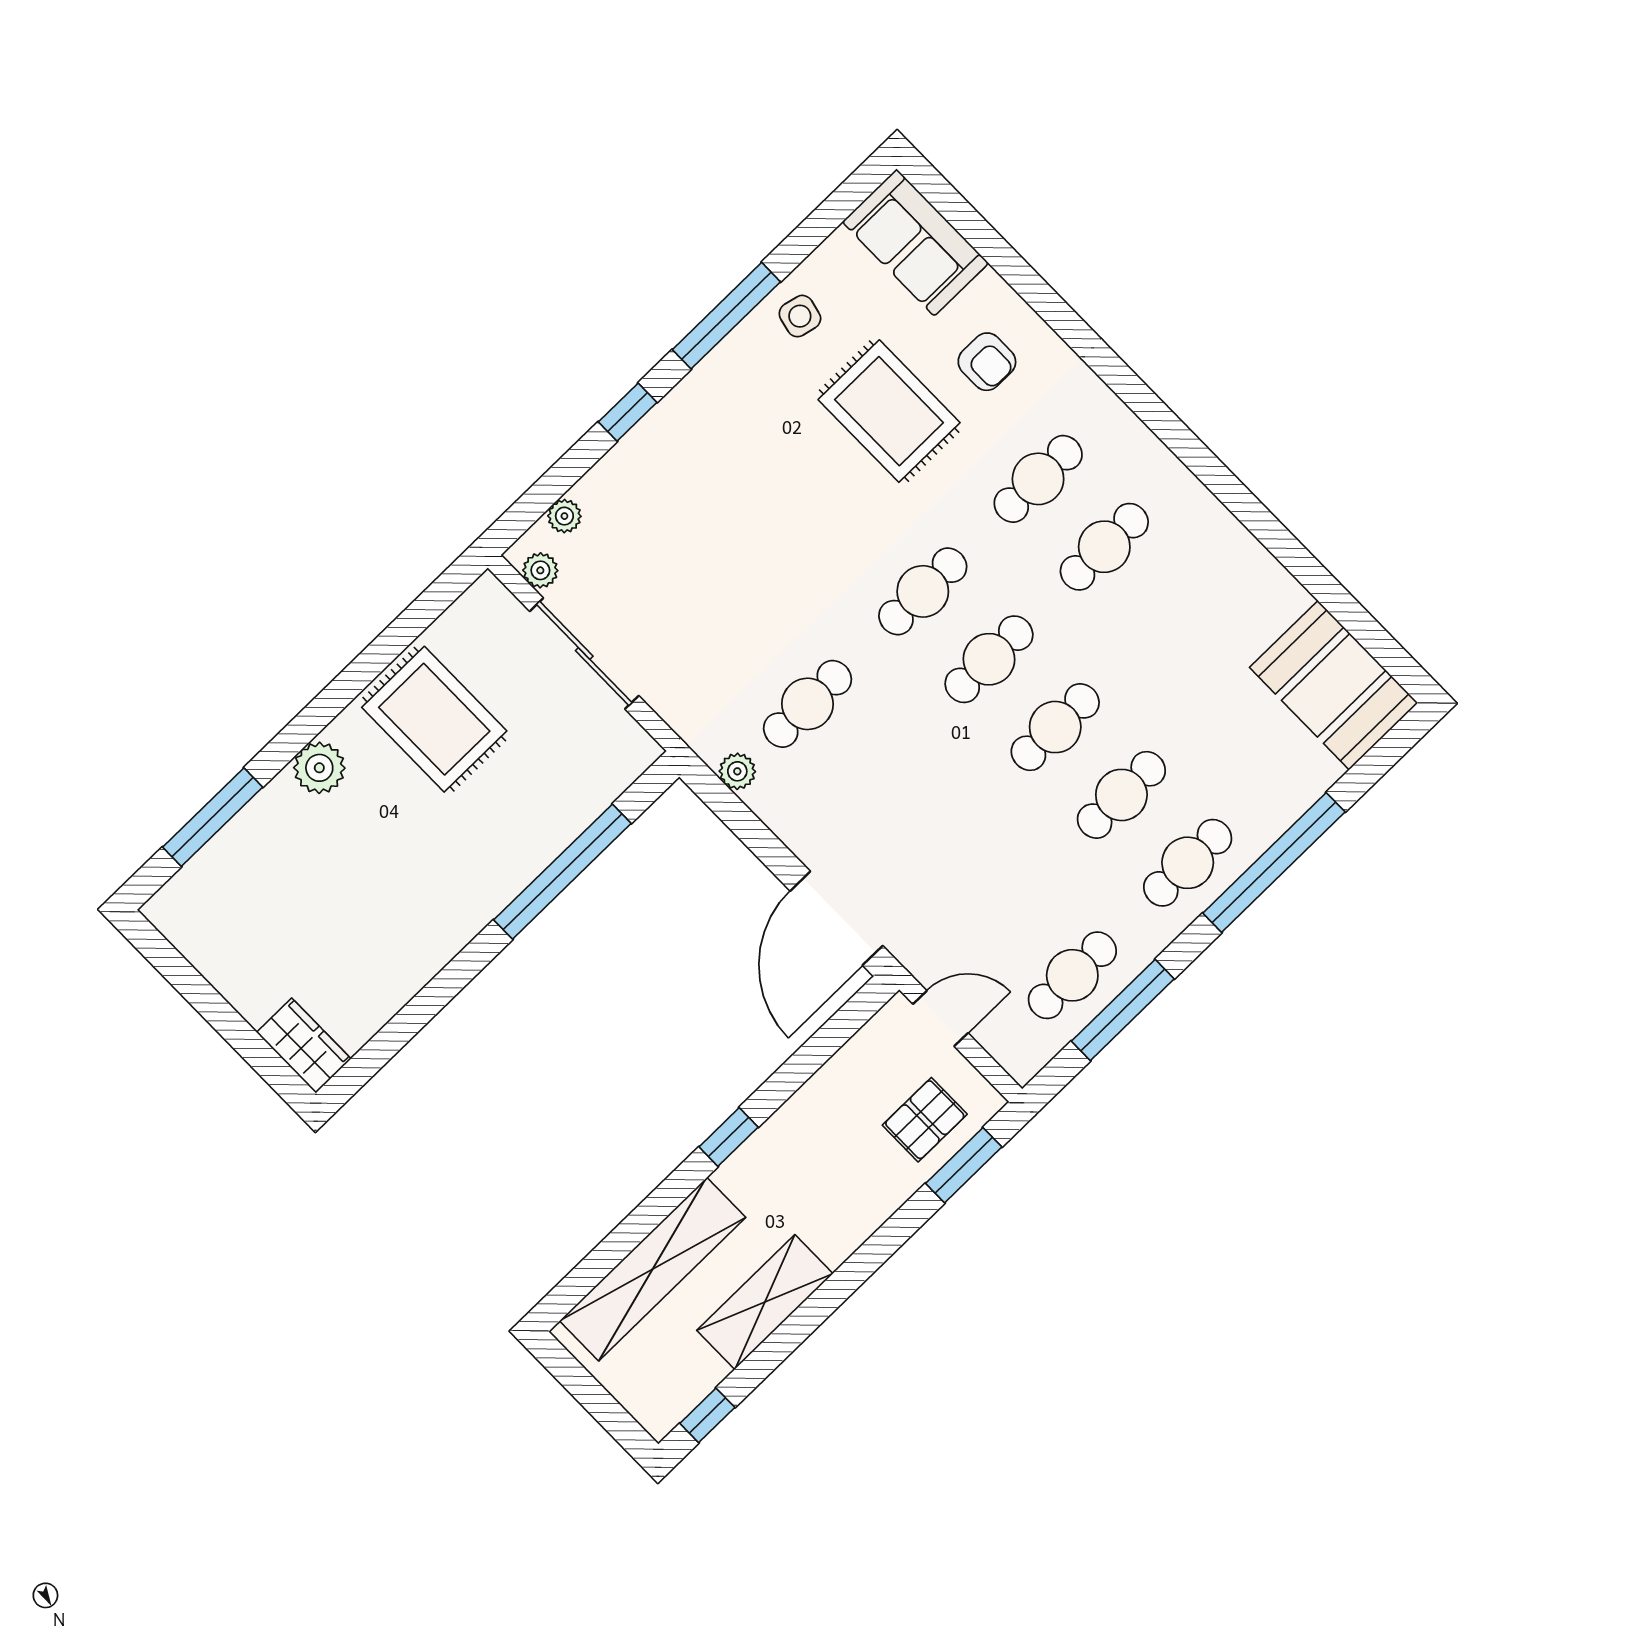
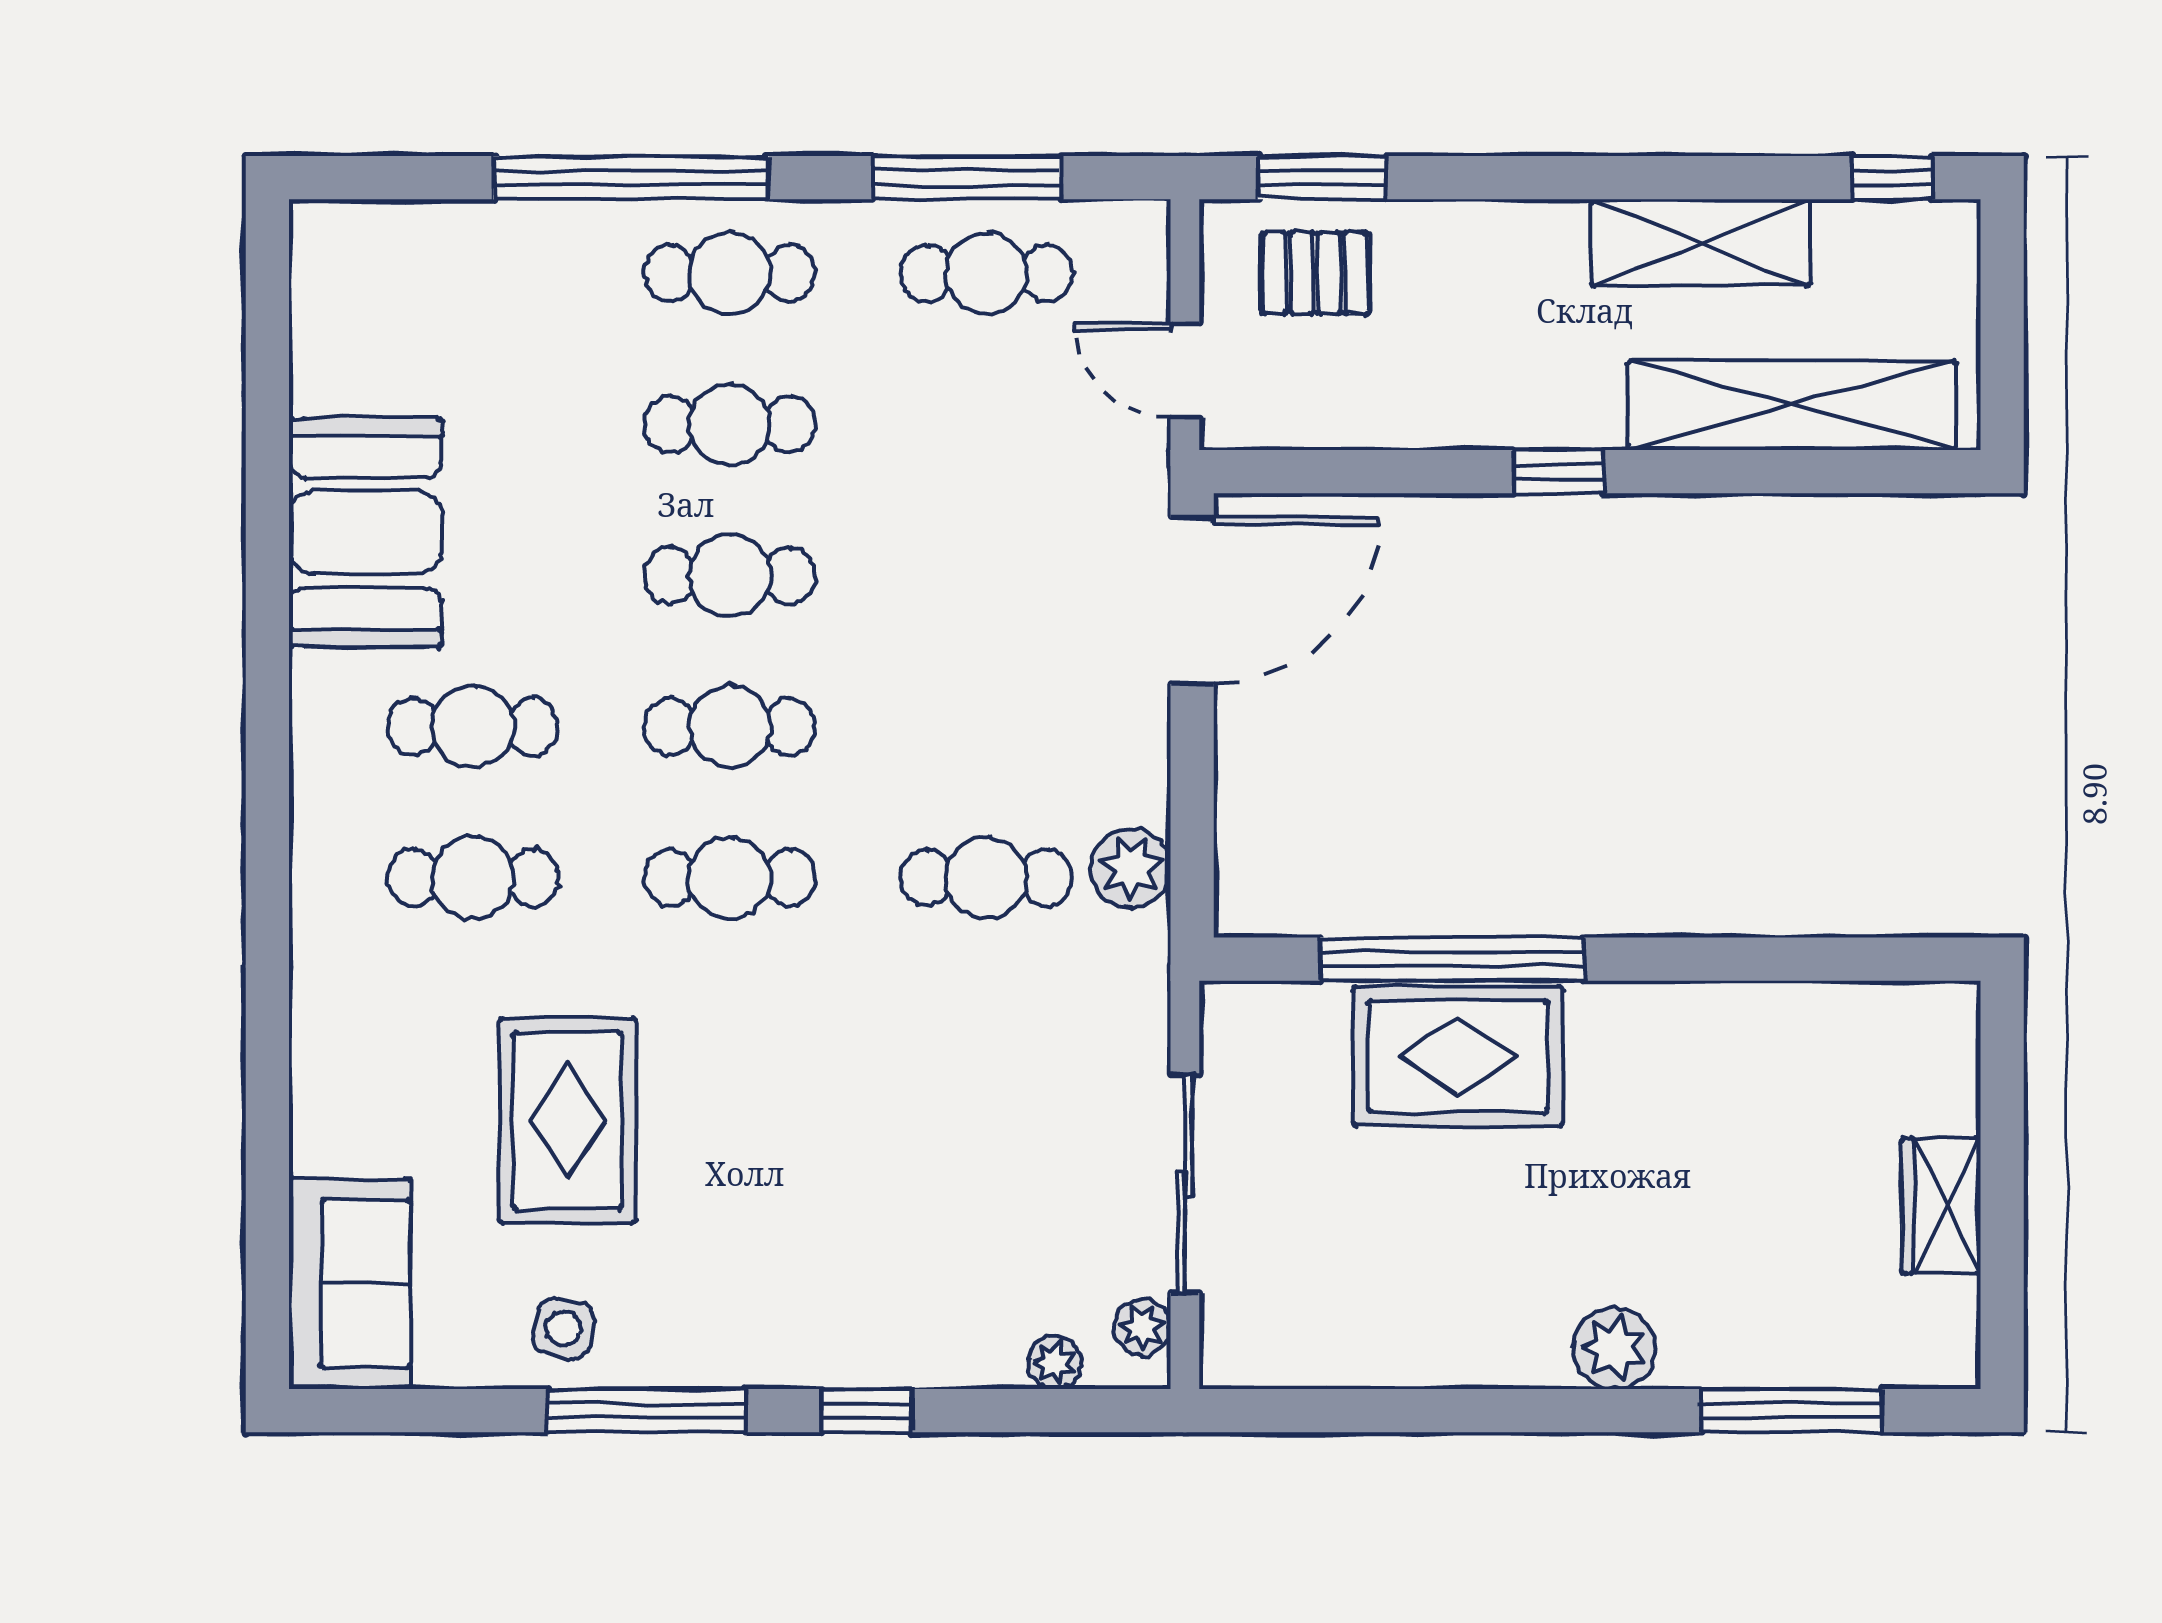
armchair: (987, 362) -> (401, 1068), removed
booth: (1334, 685) -> (365, 532), moved
rug: (434, 719) -> (1458, 1056), moved, turned 90
plant: (737, 771) -> (1131, 868), width x1.38, depth x1.38
wardrobe: (304, 1046) -> (1941, 1206), moved

